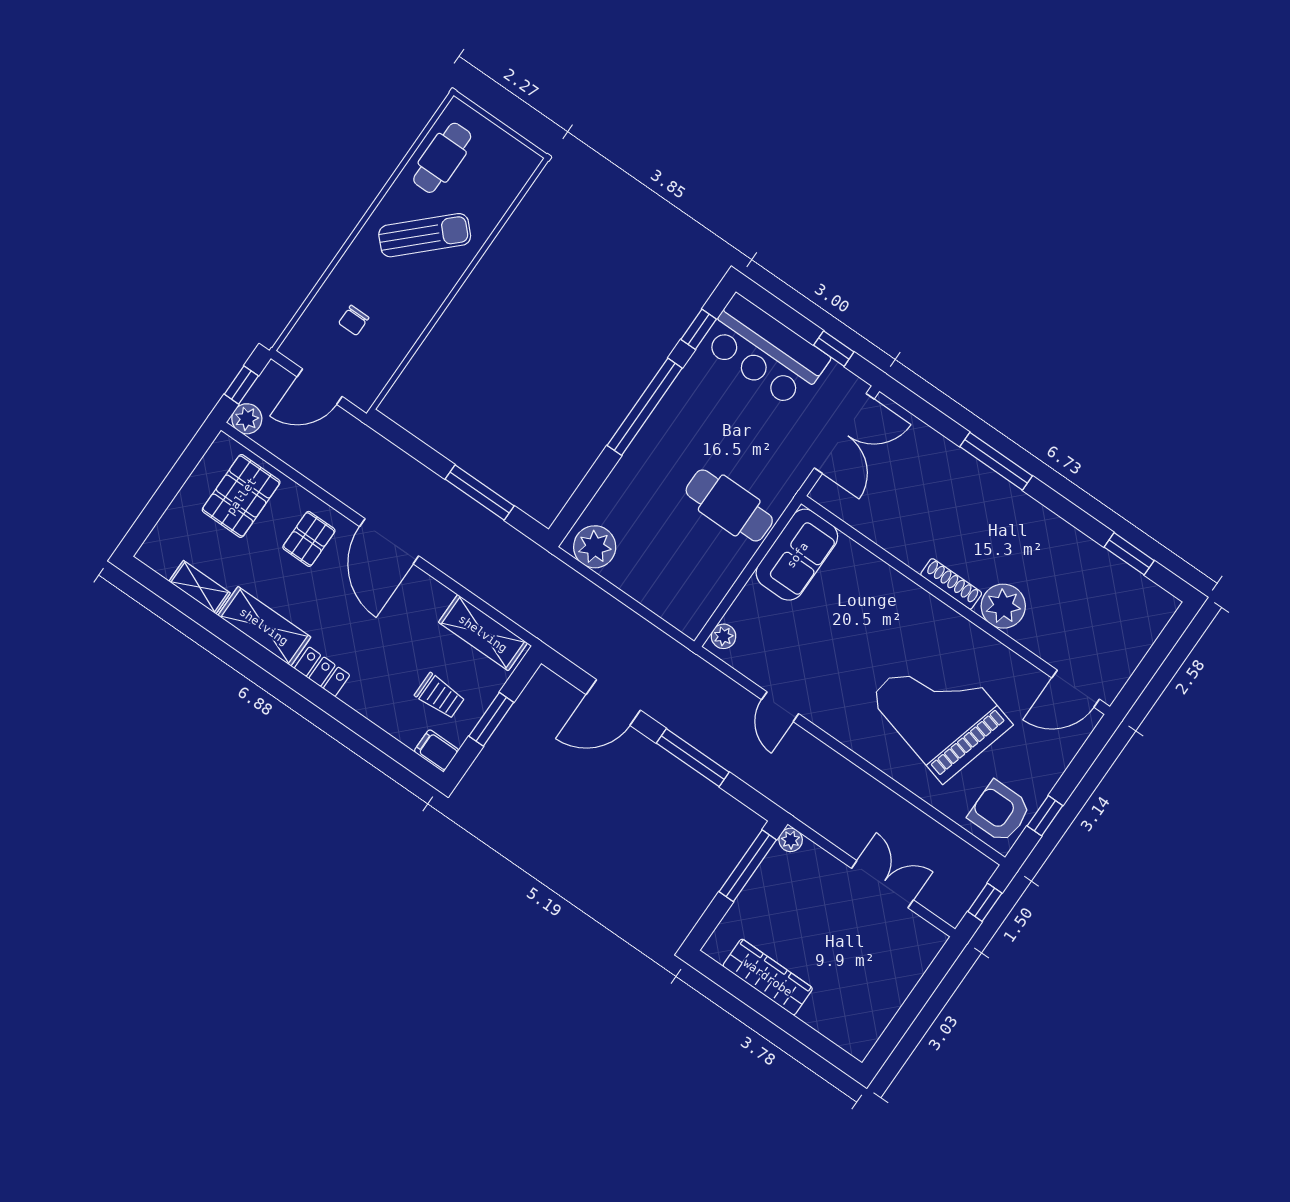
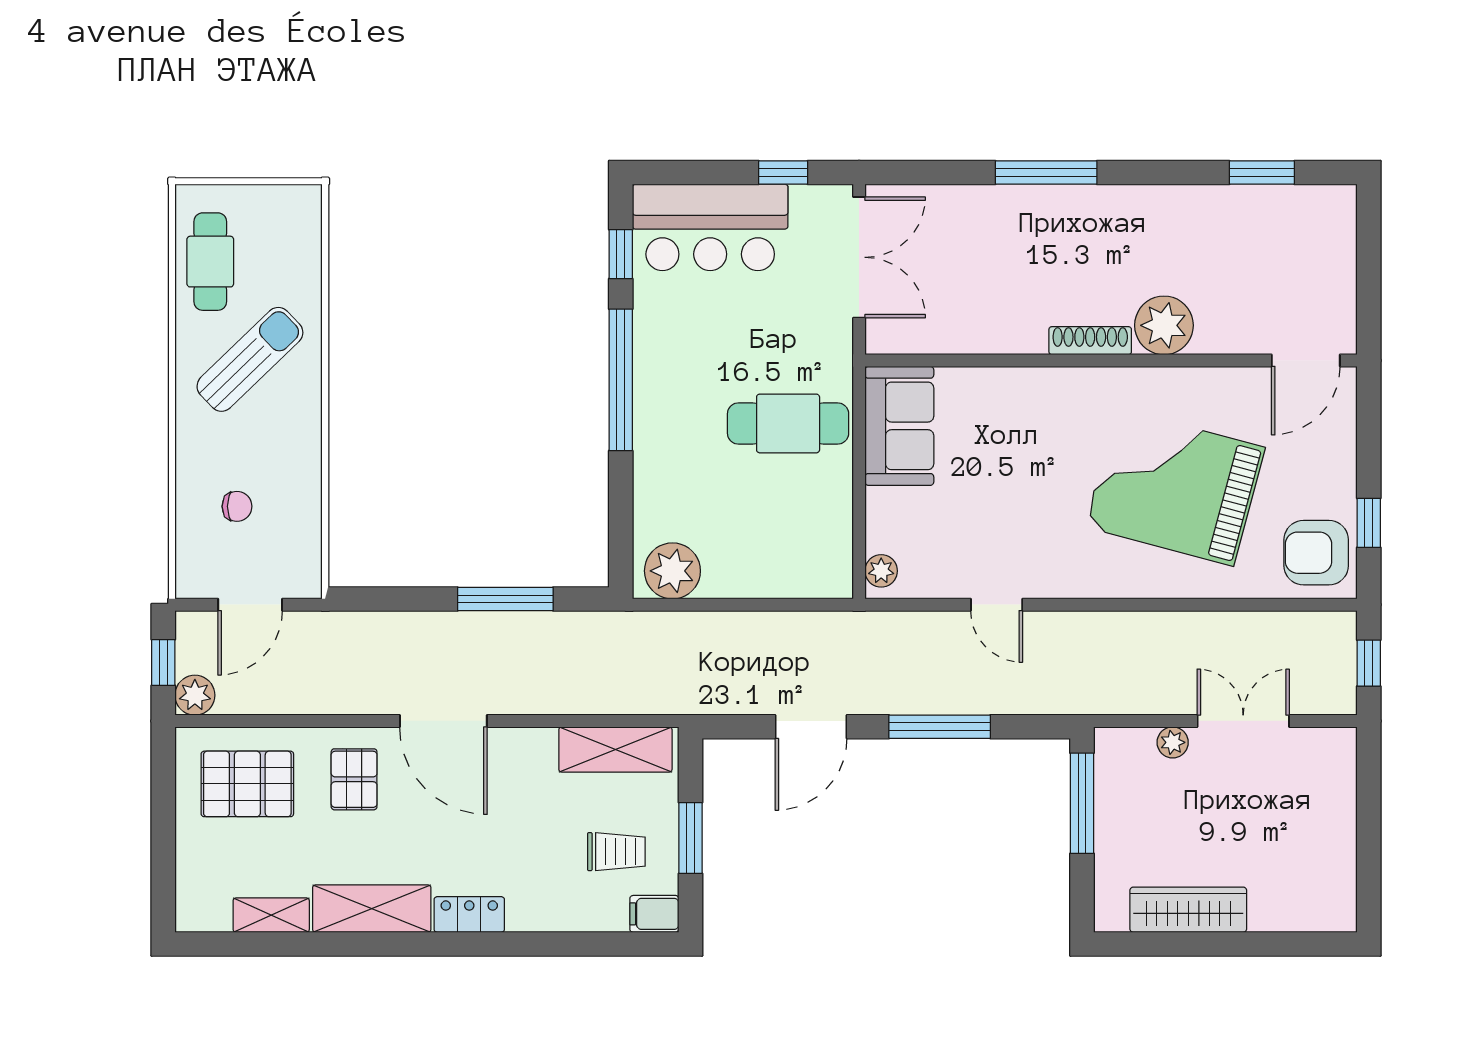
chair: (354, 320) -> (237, 506), turned -90
pallet: (241, 496) -> (247, 784), turned 90
plant: (791, 840) -> (1173, 742), moved

